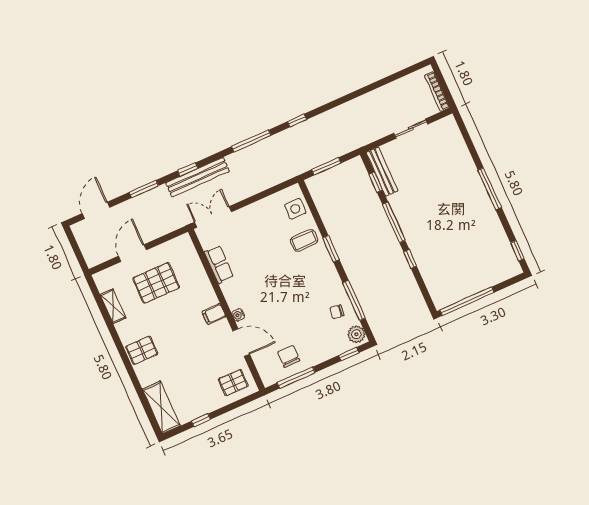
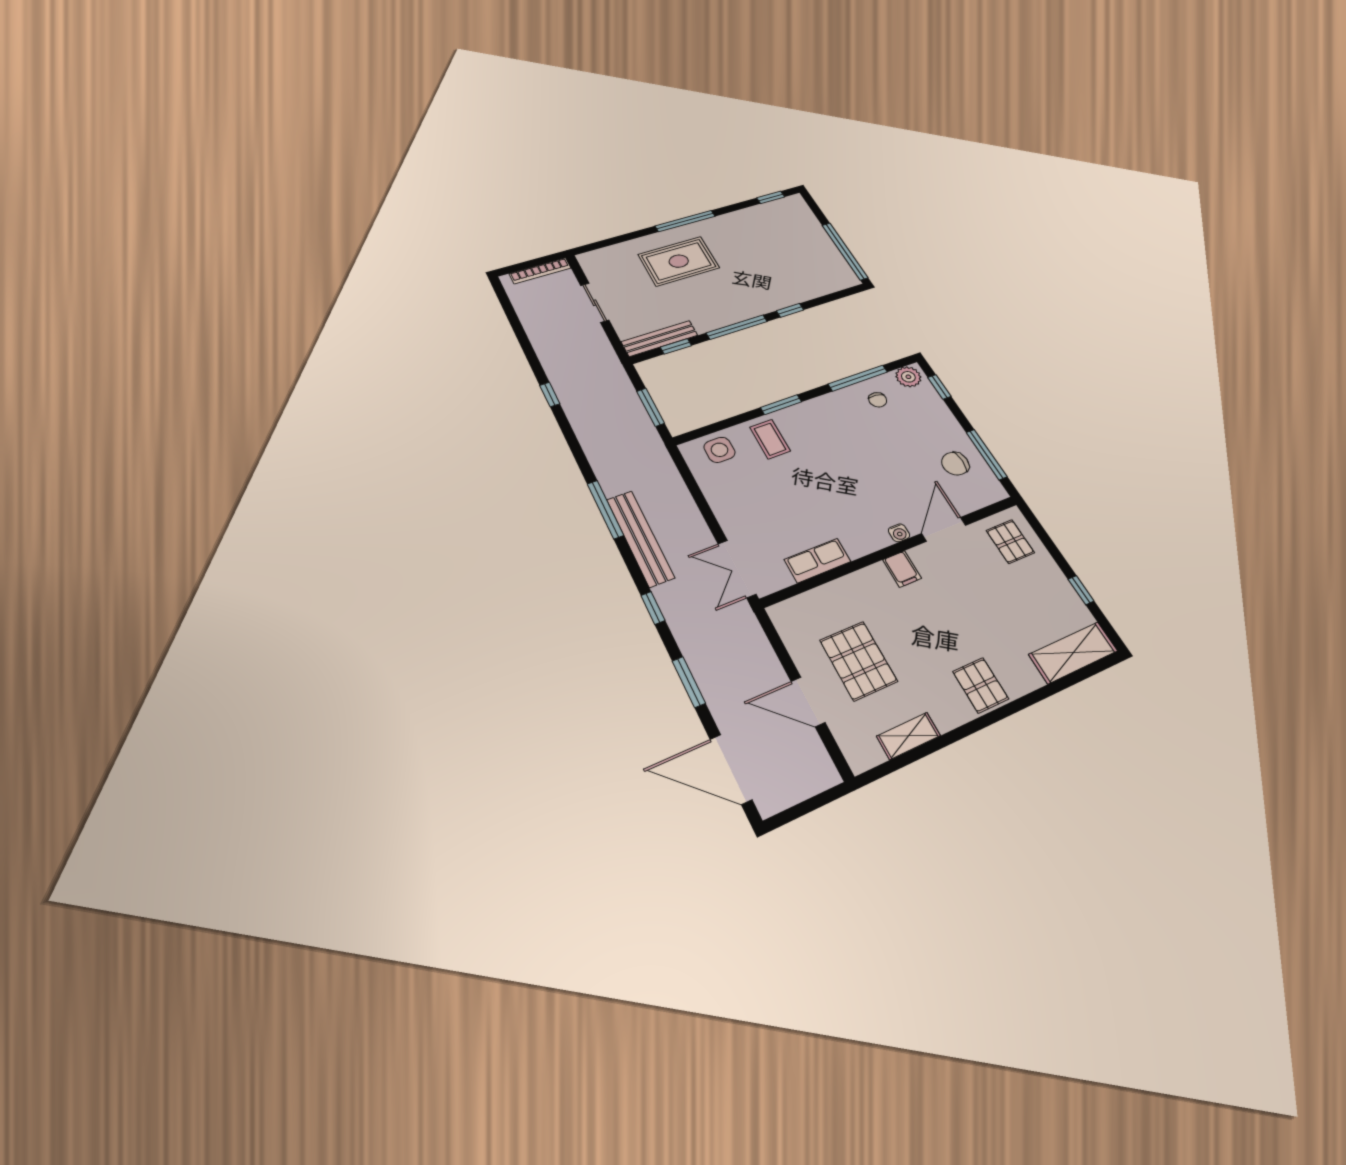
window: (297, 120) -> (550, 394), moved
bench: (198, 177) -> (640, 538), moved
rug: (451, 184) -> (679, 261), added
door: (96, 210) -> (731, 769), width x1.36

